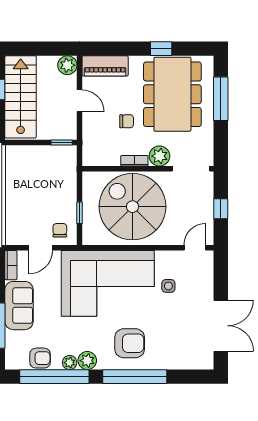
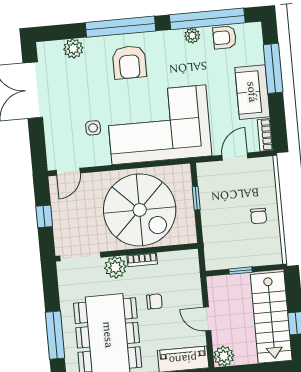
chair: (127, 121) -> (154, 302), turned 180
window: (62, 143) -> (241, 271), moved
chair: (60, 230) -> (259, 216), moved
armchair: (130, 343) -> (129, 62), turned -90
plant: (87, 361) -> (73, 49), moved

